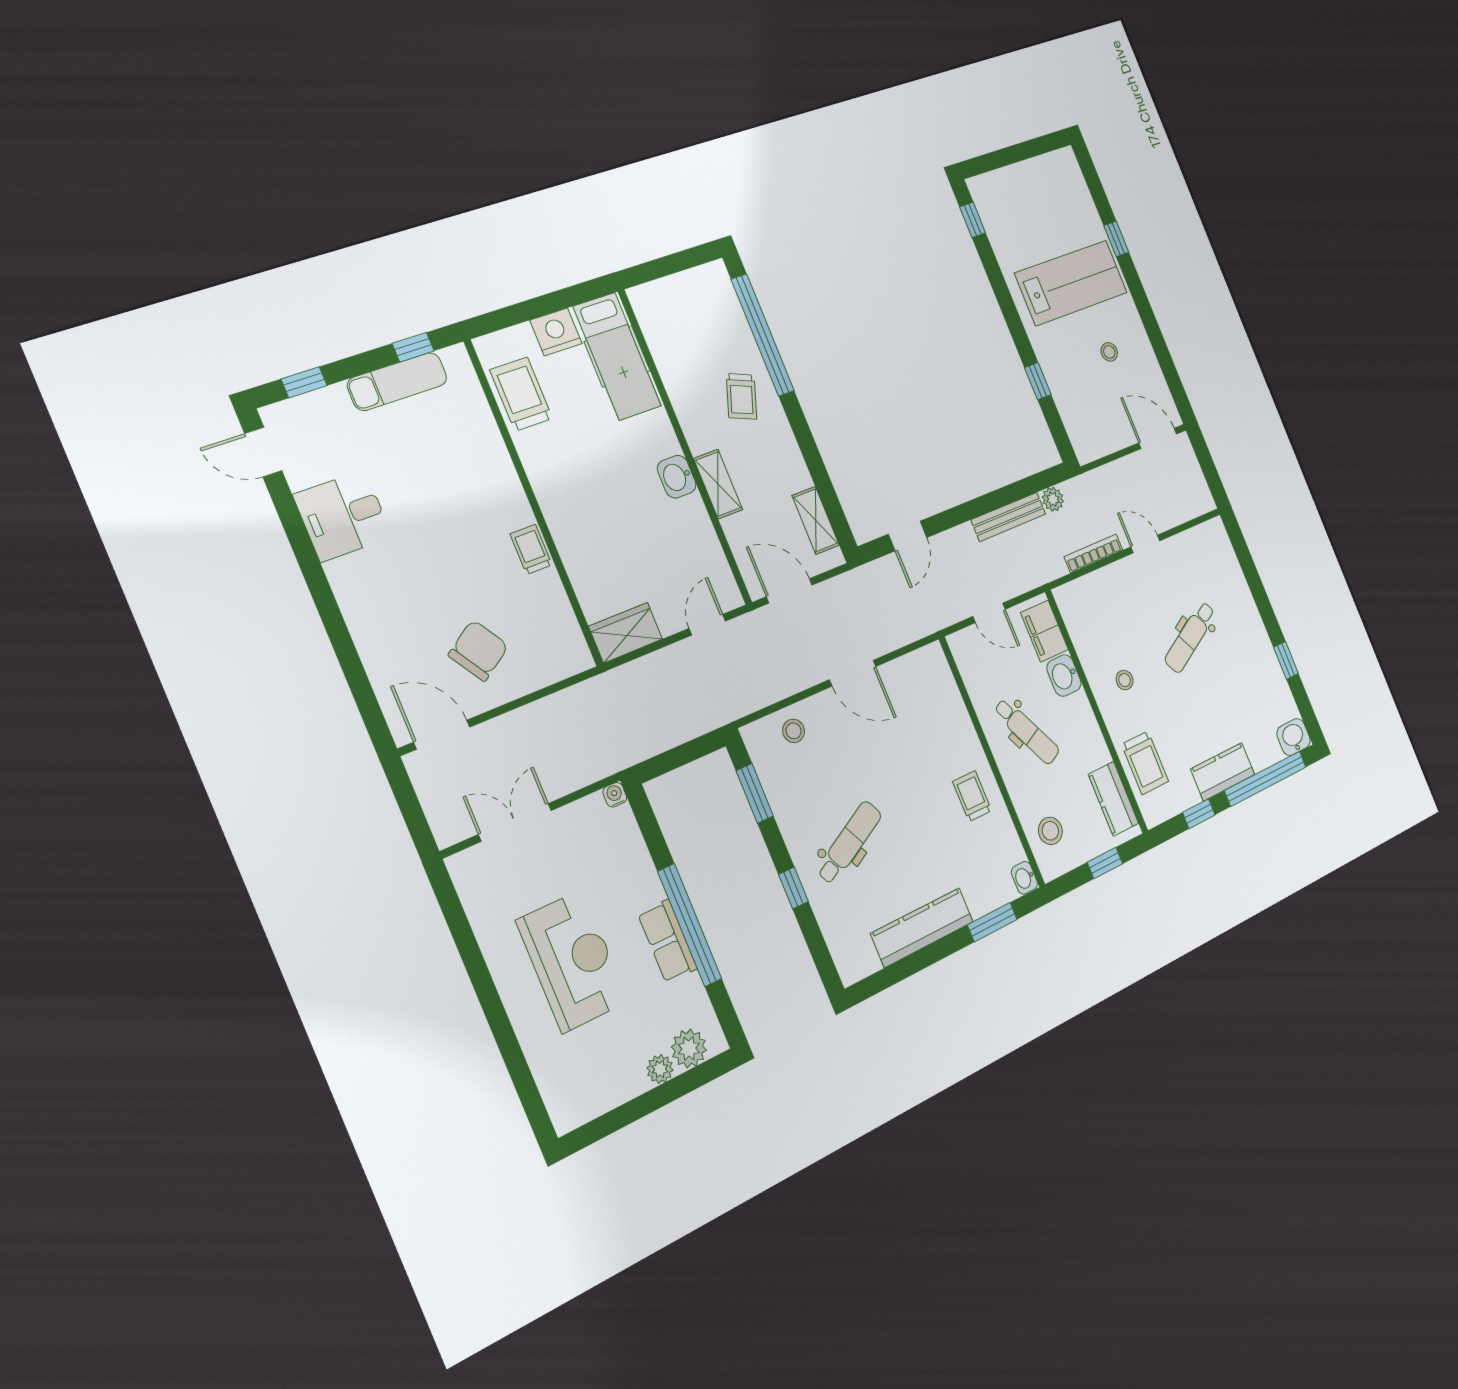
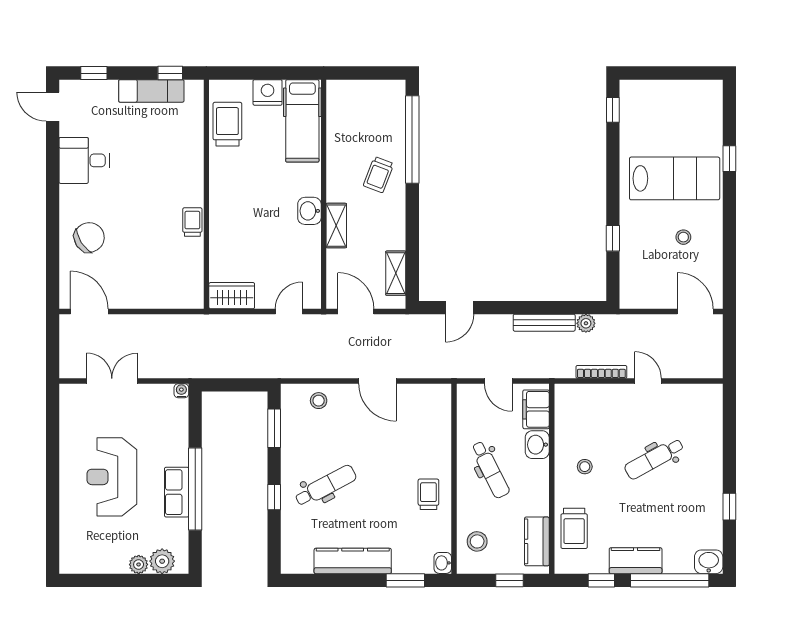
chair: (478, 650) -> (89, 237), moved
reception desk: (572, 961) -> (112, 477), turned 180

